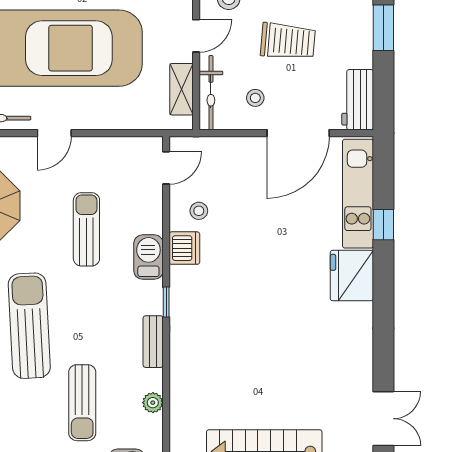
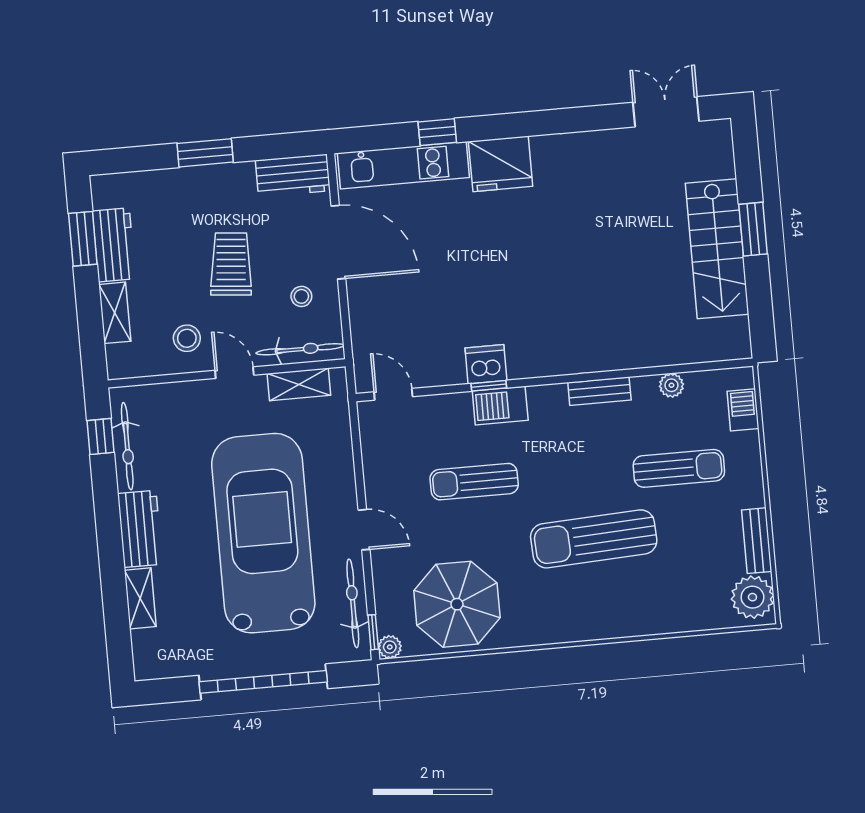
stool: (199, 211) -> (440, 351), removed
window: (166, 302) -> (489, 386), moved

